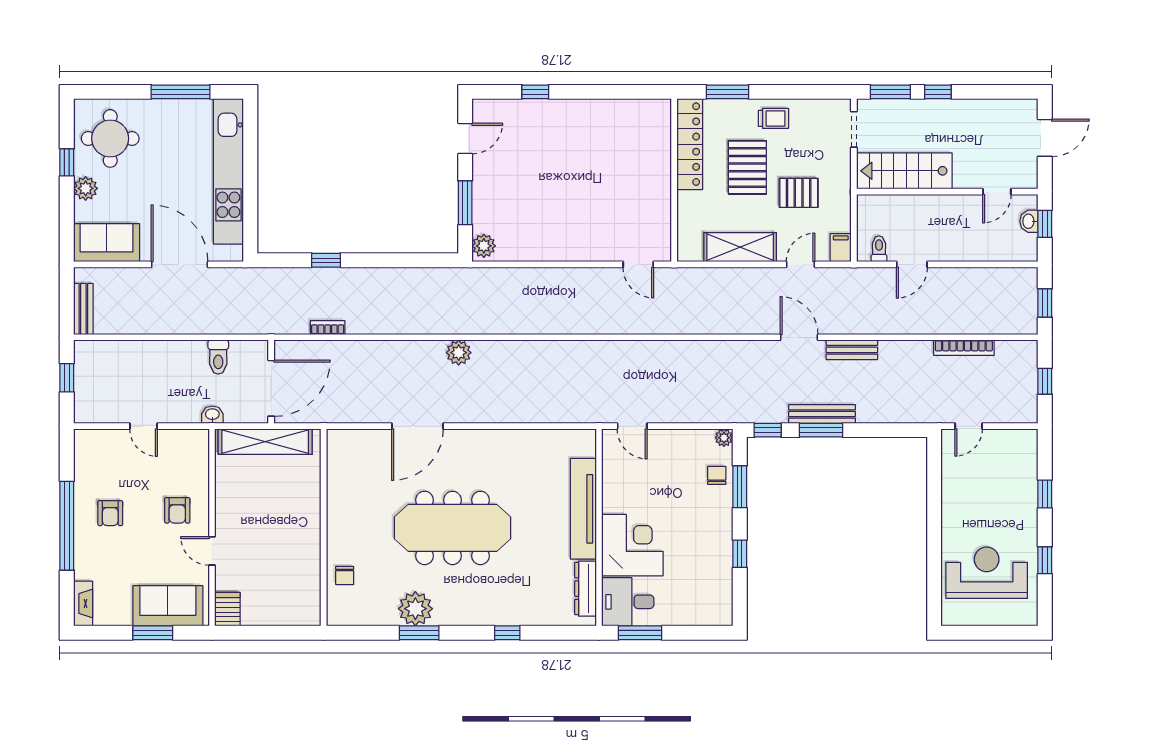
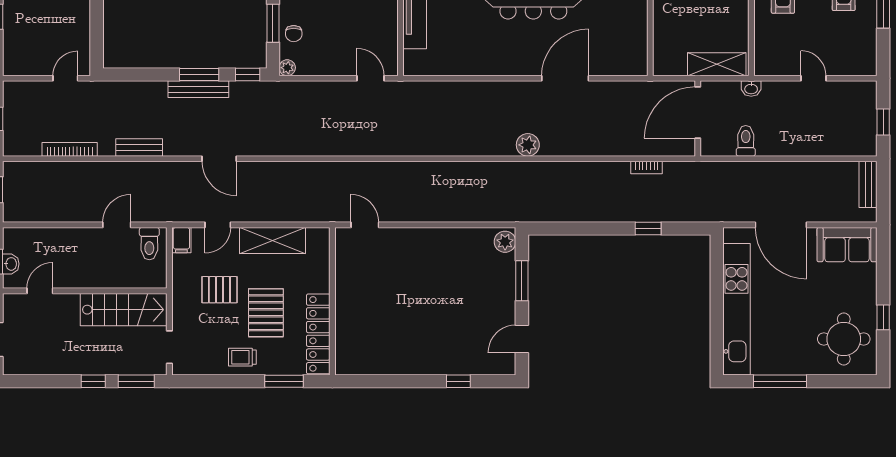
plant: (86, 188) -> (866, 294), removed
toilet: (879, 249) -> (149, 244), width x1.37, depth x1.39
bench: (852, 350) -> (139, 147), moved
shelving: (265, 442) -> (717, 64), width x0.68

